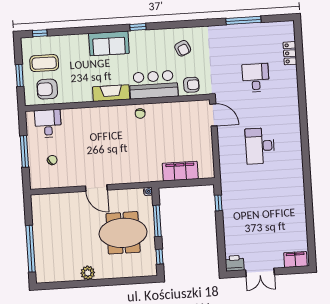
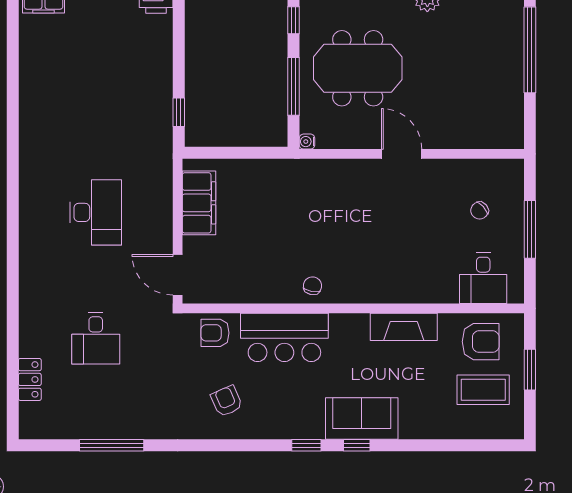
window: (40, 33) -> (357, 445), moved
fireplace: (111, 93) -> (404, 327), moved
filing cabinet: (180, 171) -> (199, 203), moved, turned -90

